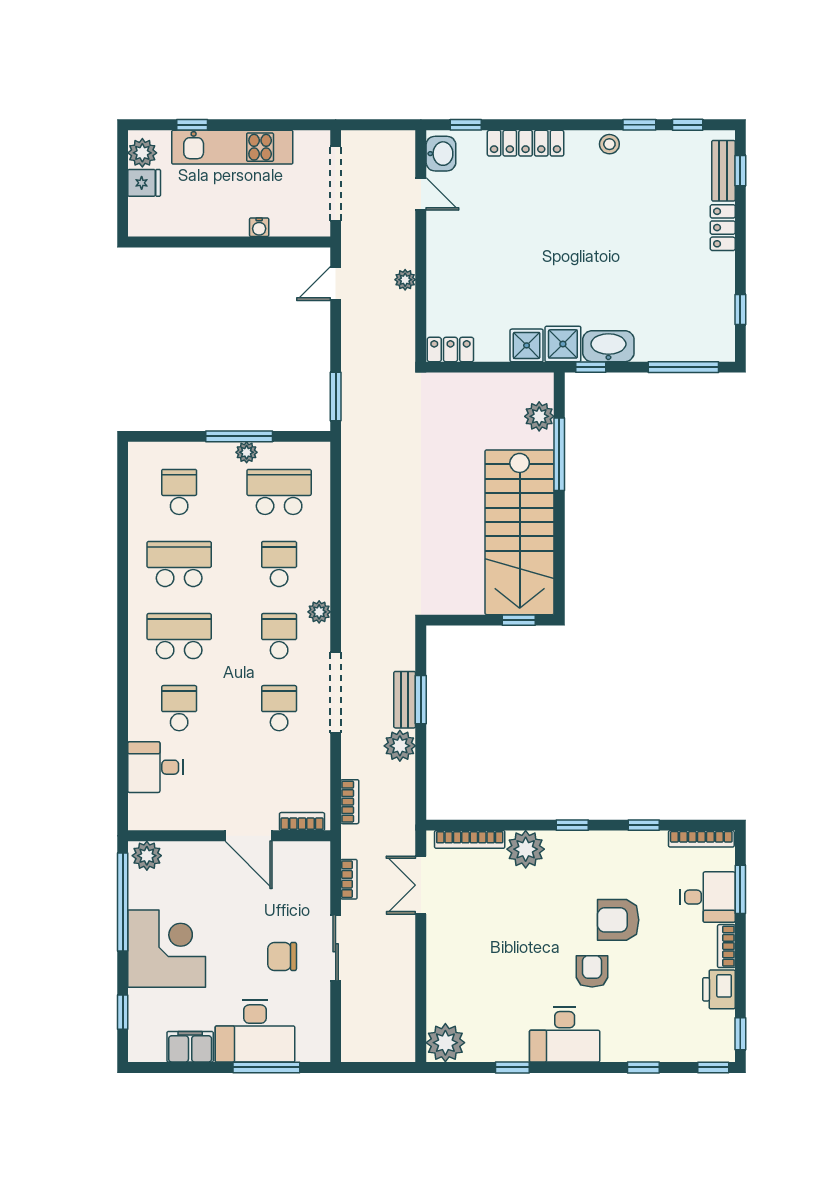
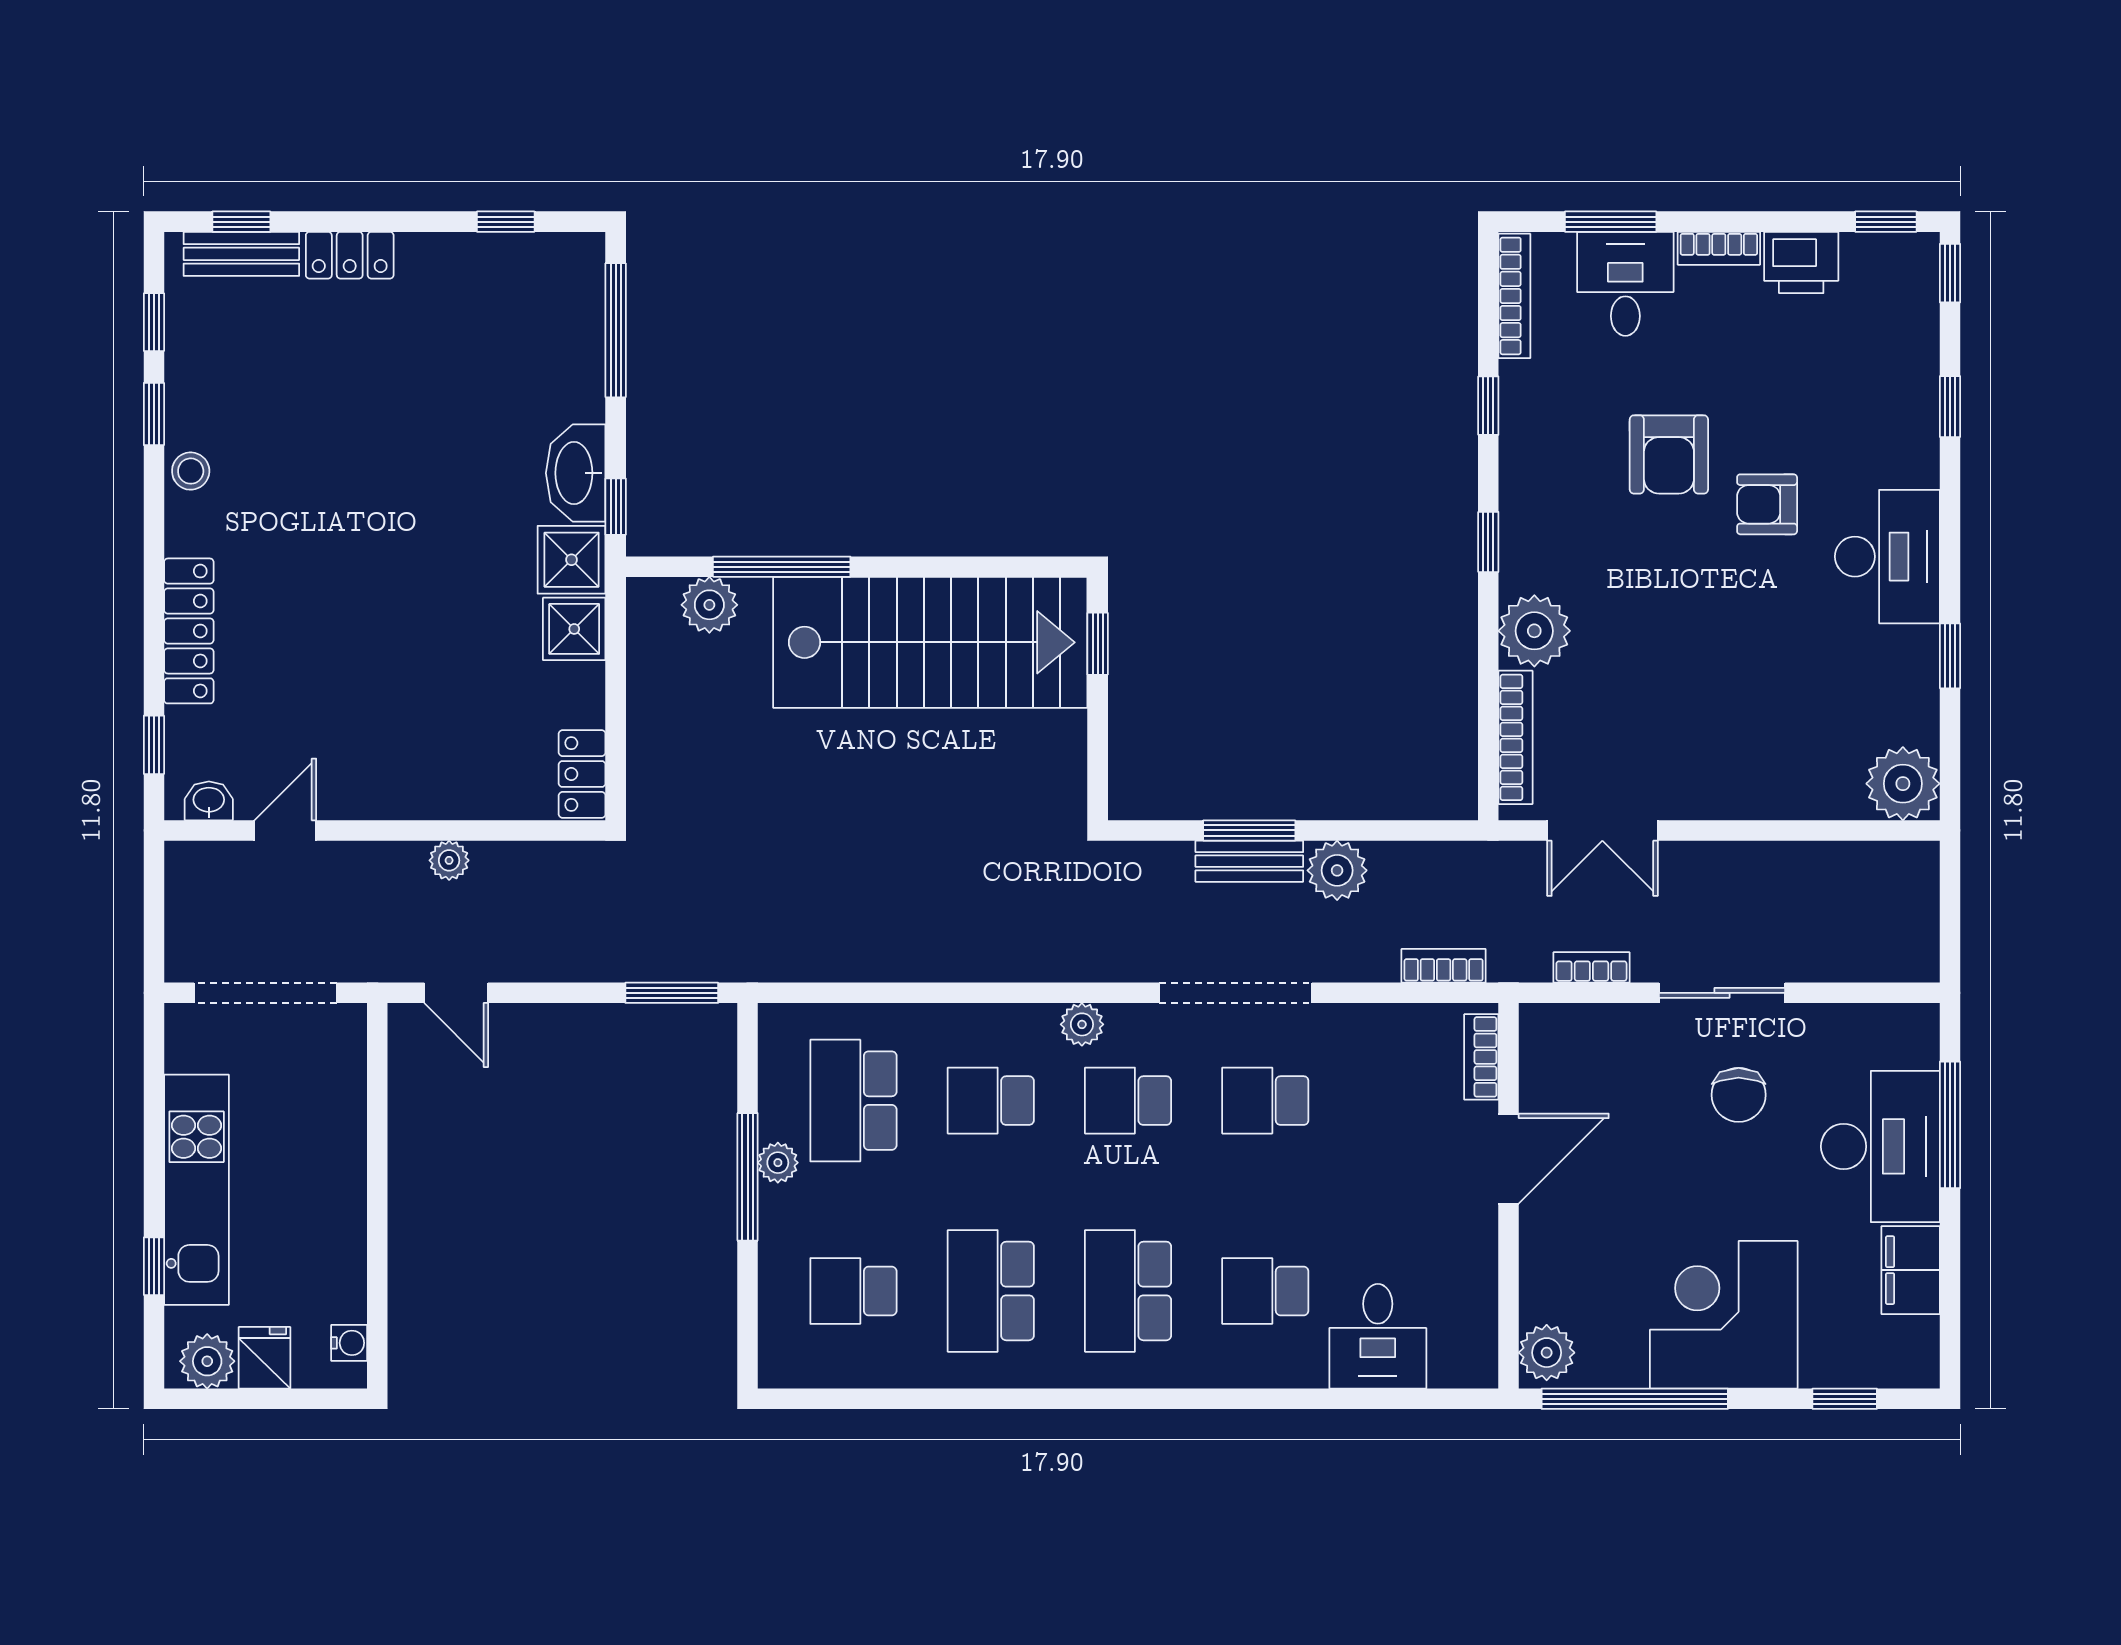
washbasin: (441, 154) -> (209, 801), width x0.72, depth x0.69
water cooler: (259, 227) -> (349, 1343), moved

